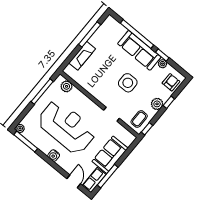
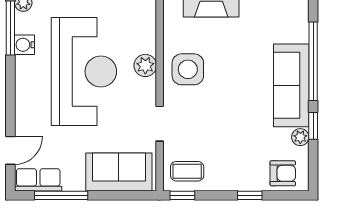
side table: (128, 83) -> (188, 69), moved
plant: (67, 86) -> (145, 65), moved
plant: (157, 104) -> (232, 179), removed
water cooler: (54, 155) -> (24, 45), moved
sofa: (110, 155) -> (119, 172), moved

